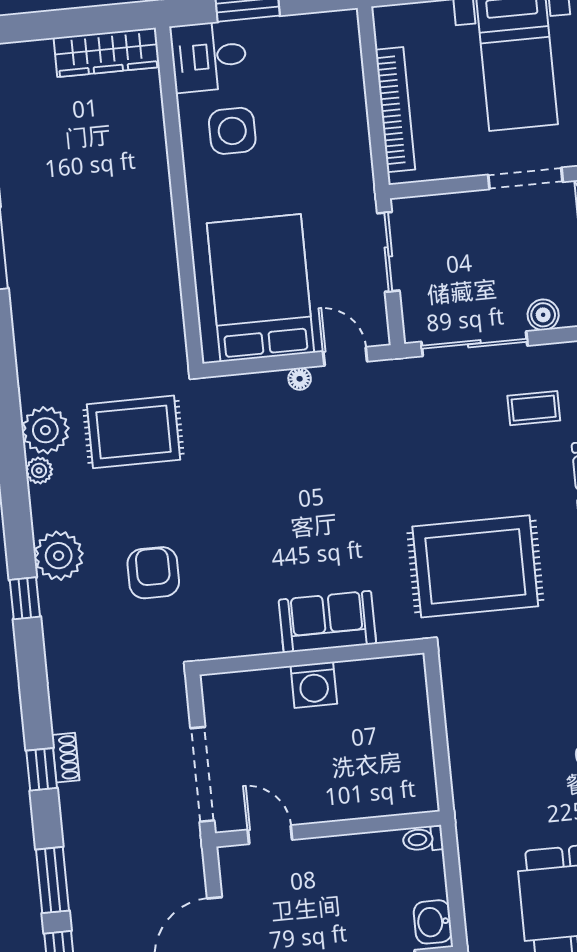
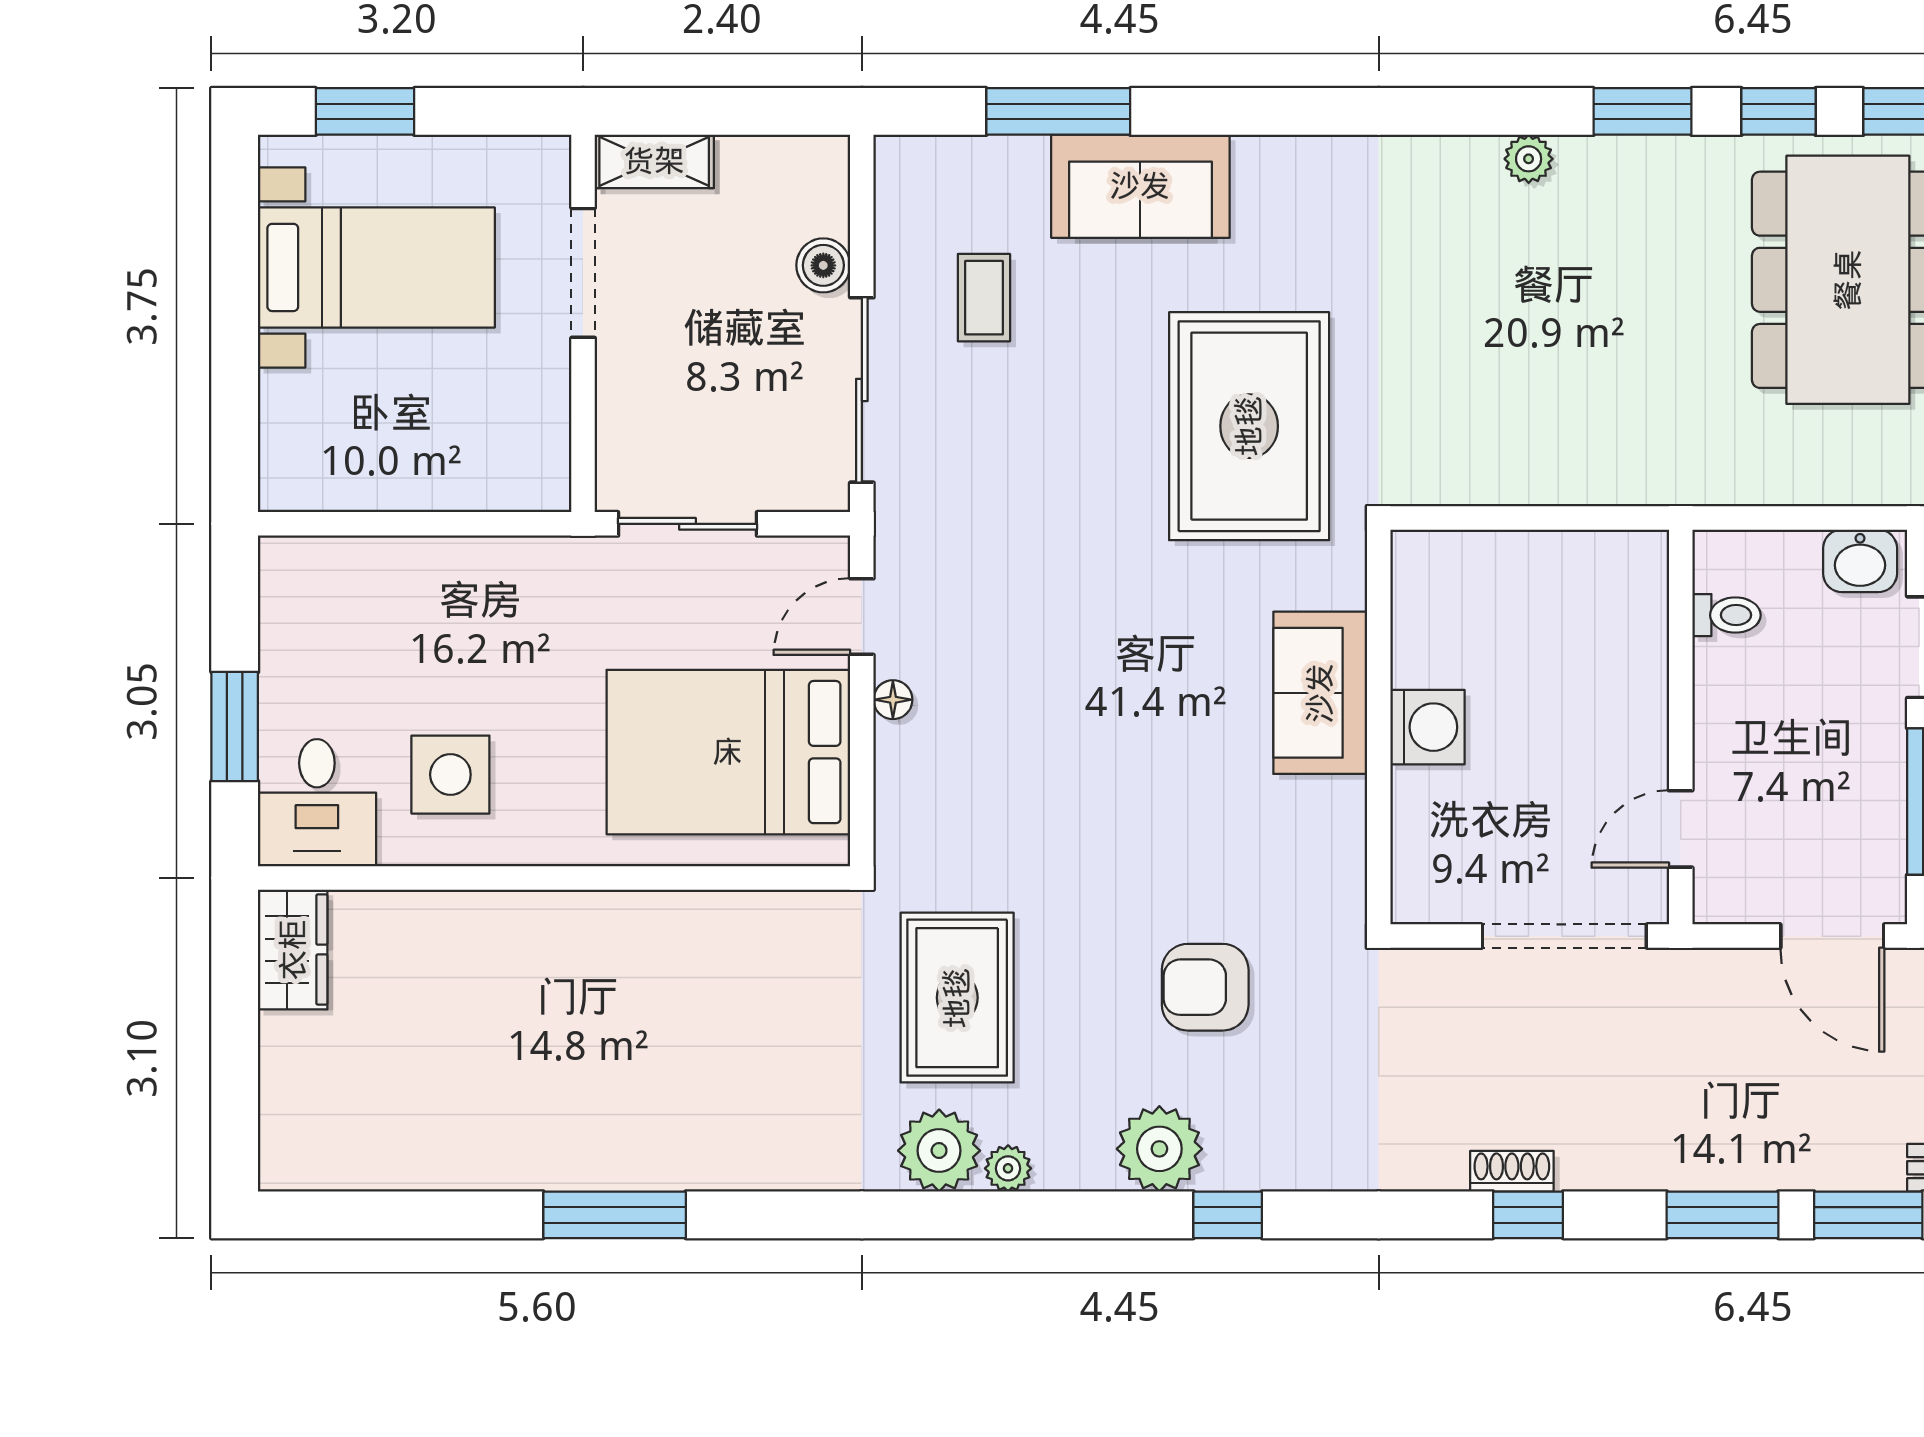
wardrobe: (107, 52) -> (293, 950), width x0.67
bookcase: (395, 110) -> (441, 488), removed
toilet: (423, 839) -> (1726, 615), moved, turned -90

